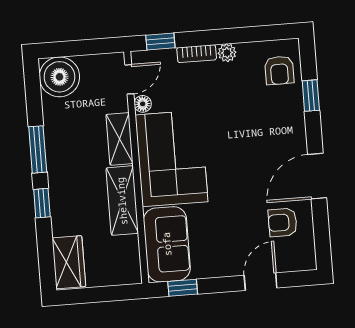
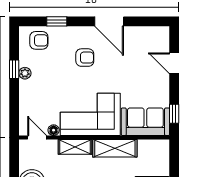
window: (160, 41) -> (14, 69), moved
bookcase: (197, 54) -> (24, 93), removed
armchair: (283, 222) -> (85, 58), moved, turned -90

